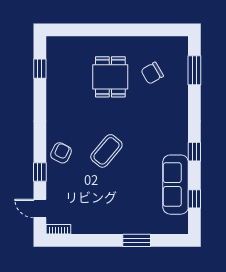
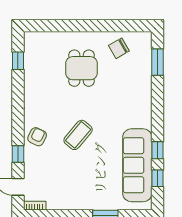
chair: (152, 73) -> (119, 48), moved
window: (194, 152) -> (157, 150), moved
sofa: (176, 185) -> (137, 165), width x1.36, depth x1.27

